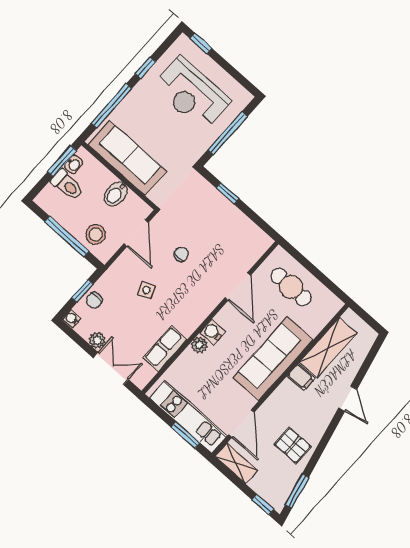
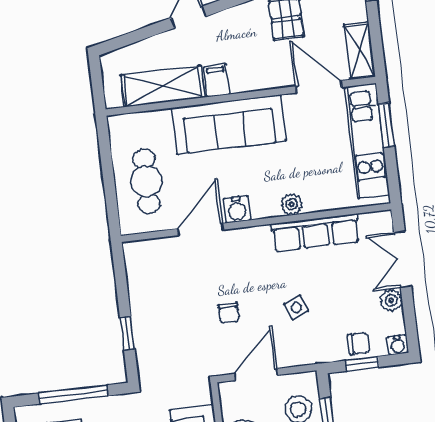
chair: (181, 254) -> (229, 313), turned -90
water cooler: (213, 332) -> (237, 209), moved
row of seats: (165, 349) -> (315, 233), width x1.48
door: (242, 423) -> (319, 87), hinge flipped

